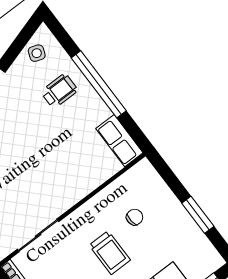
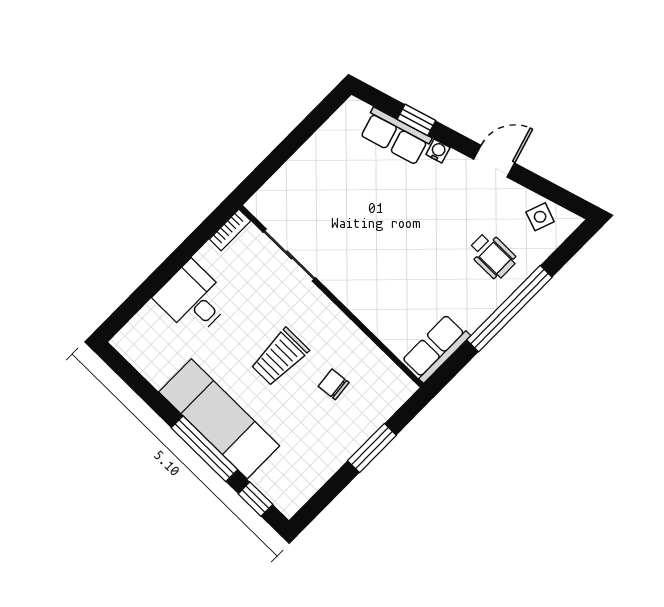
window: (198, 215) -> (372, 448), moved
chair: (135, 217) -> (334, 384), turned 180

